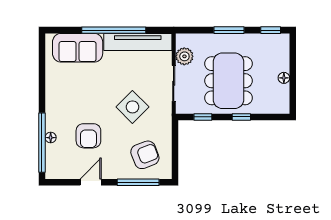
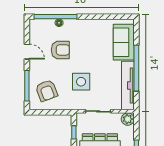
plant: (184, 56) -> (128, 119), moved
side table: (132, 107) -> (81, 82), turned 45
armchair: (88, 136) -> (60, 50), turned 180

